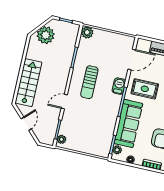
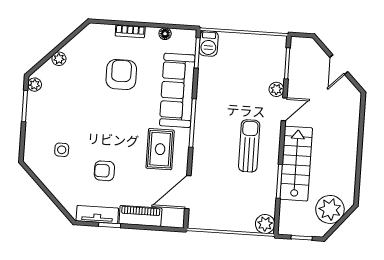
stairs: (28, 83) -> (296, 164), moved, turned 180
barbecue: (119, 86) -> (209, 43), moved
rug: (145, 89) -> (160, 149), turned 90
plant: (61, 139) -> (276, 89), moved
plant: (117, 150) -> (189, 46), removed

